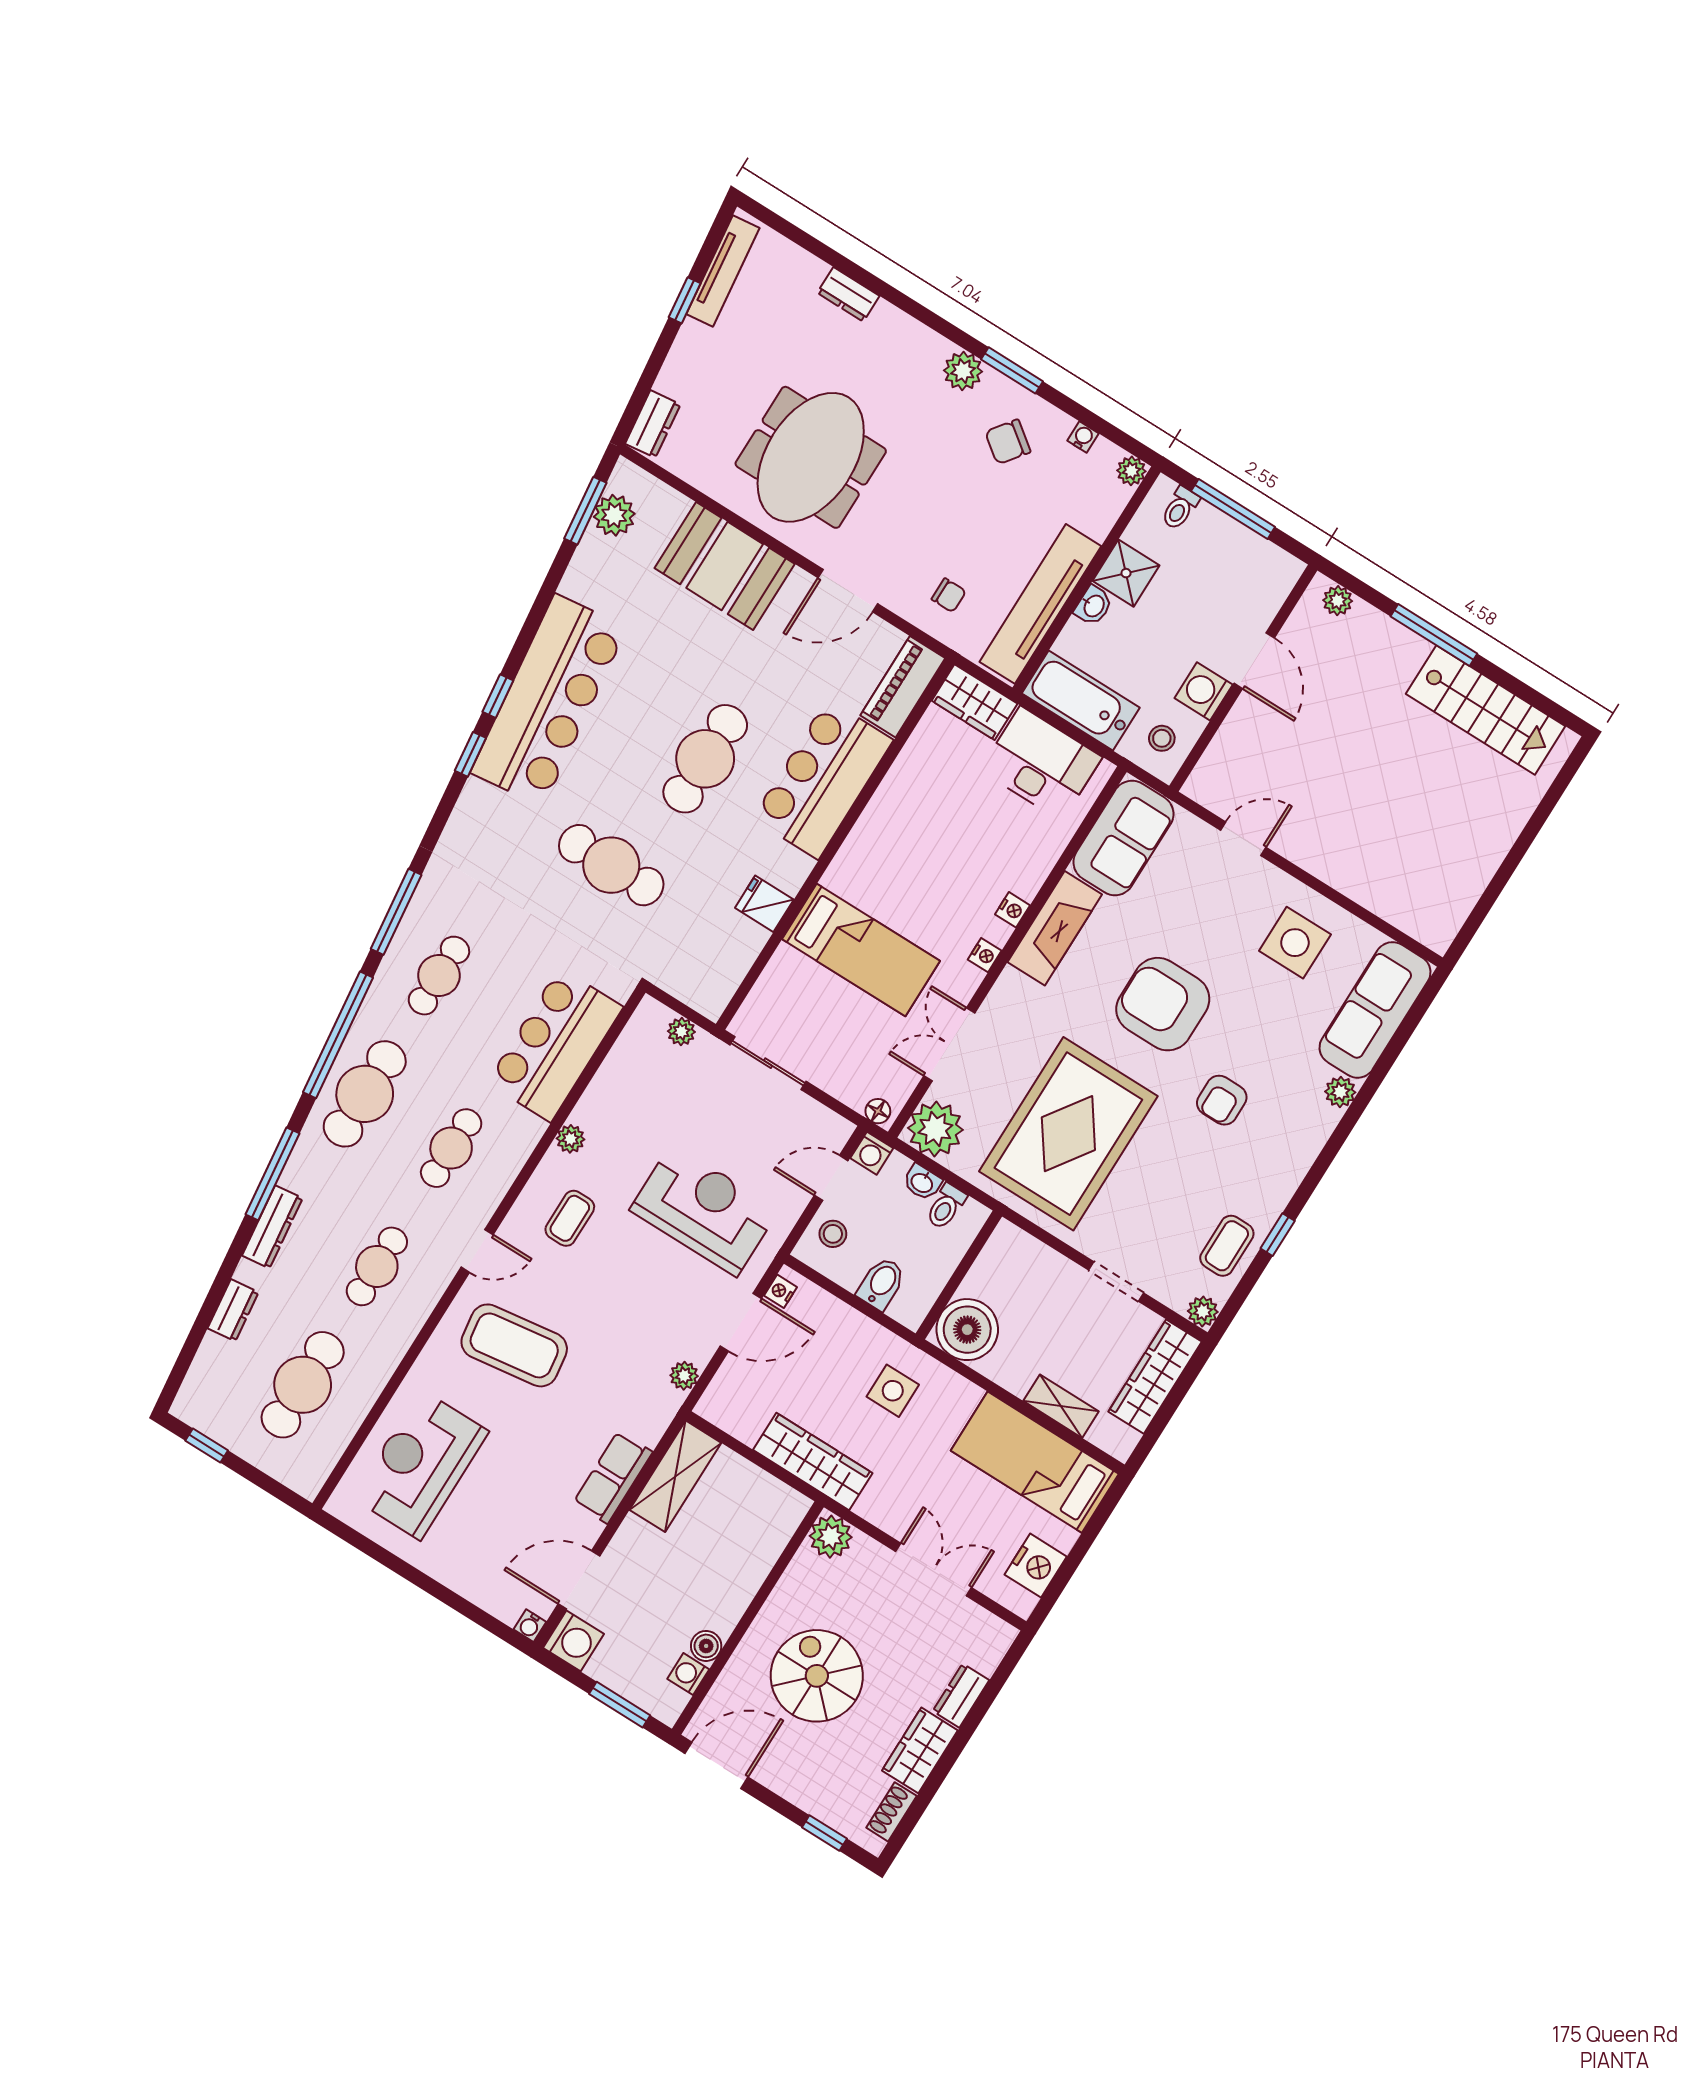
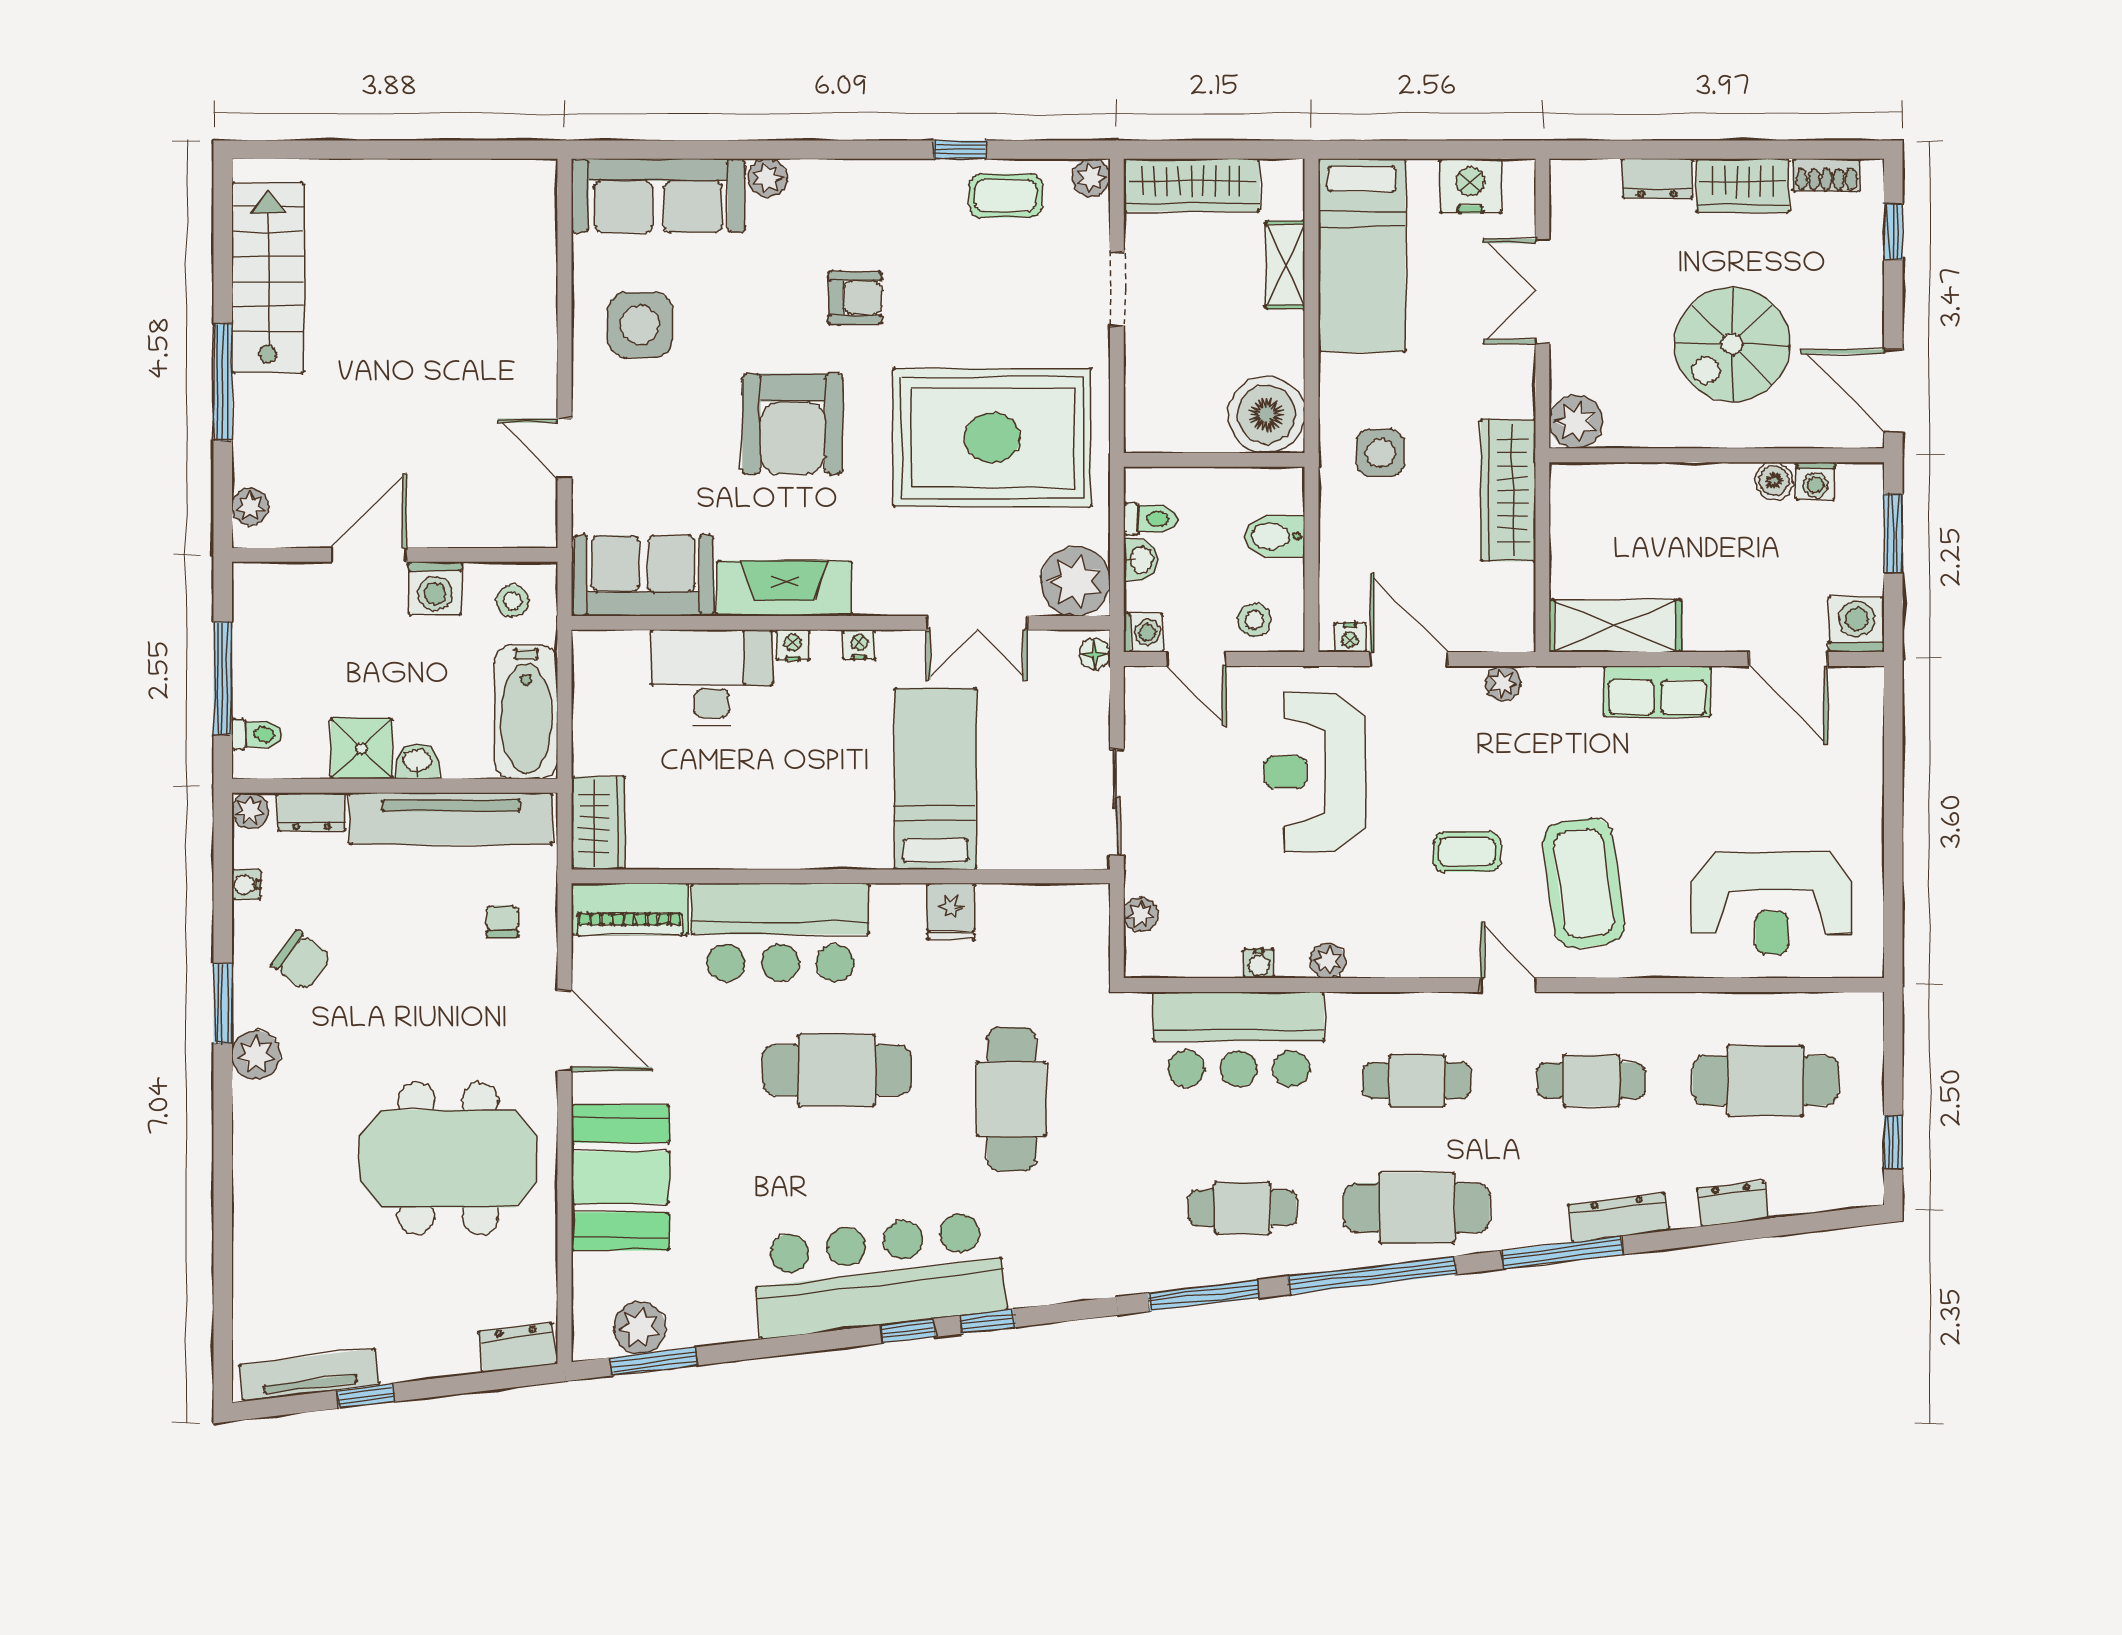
dresser: (848, 294) -> (312, 812), moved, turned 90
desk: (1041, 764) -> (712, 677), moved, turned 90
coffee table: (570, 1218) -> (1467, 852), moved
water cooler: (530, 1626) -> (1259, 963), moved, turned 90

